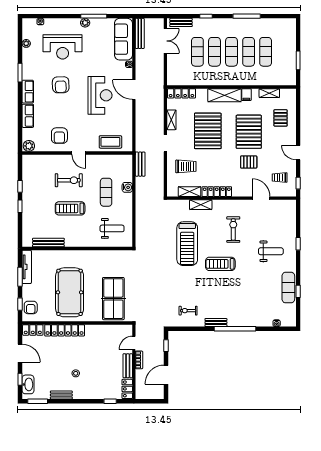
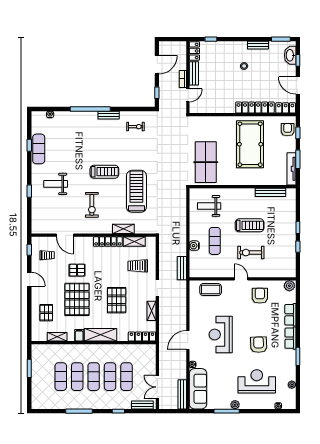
door: (134, 90) -> (188, 340), swing flipped
pallet: (208, 131) -> (117, 300), width x0.73, depth x0.71
table tennis table: (113, 299) -> (206, 162), moved

